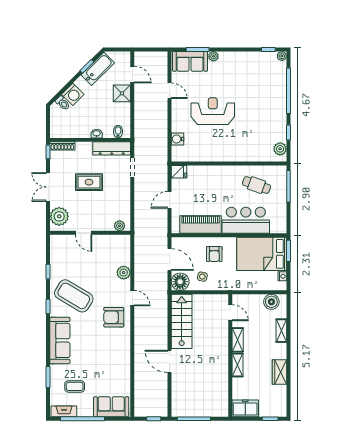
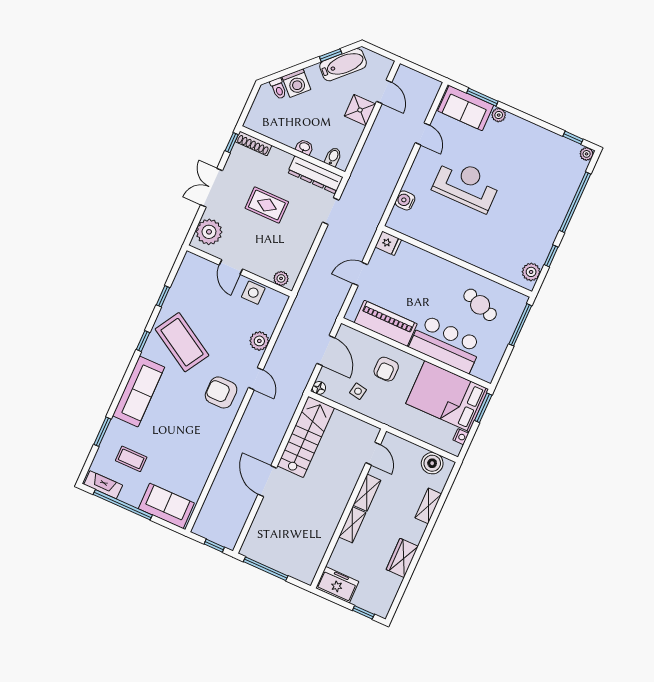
side table: (106, 243) -> (253, 293), added
floor lamp: (180, 282) -> (319, 388), width x0.53, depth x0.53

